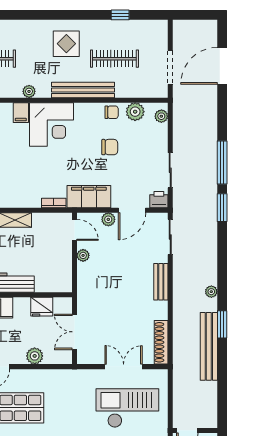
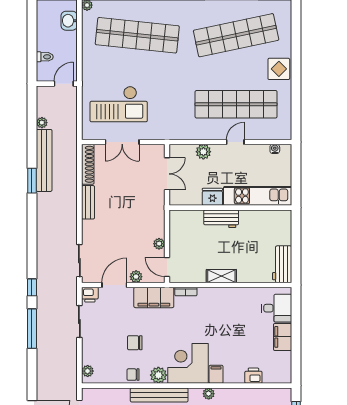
plant: (135, 112) -> (158, 375), moved
window: (222, 208) -> (32, 287), width x0.67
bench: (161, 282) -> (88, 202), moved
plant: (211, 292) -> (42, 123), moved
fridge: (42, 307) -> (212, 197), moved

